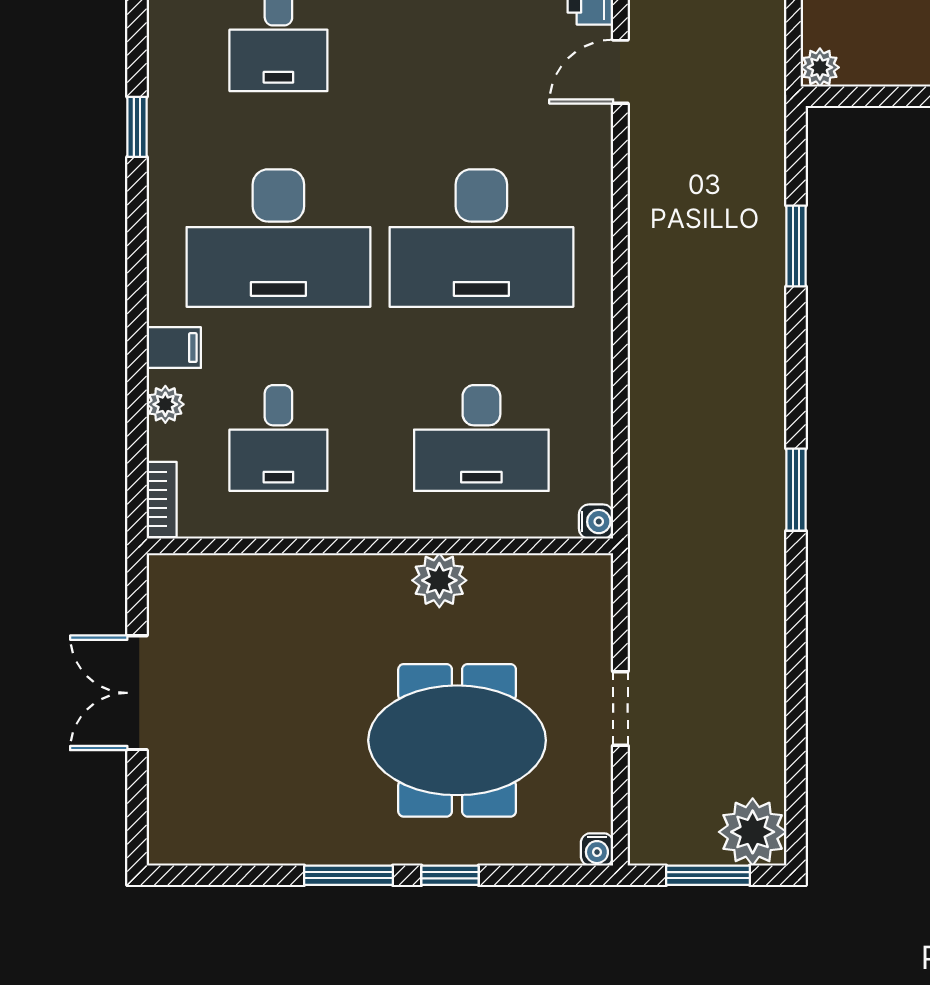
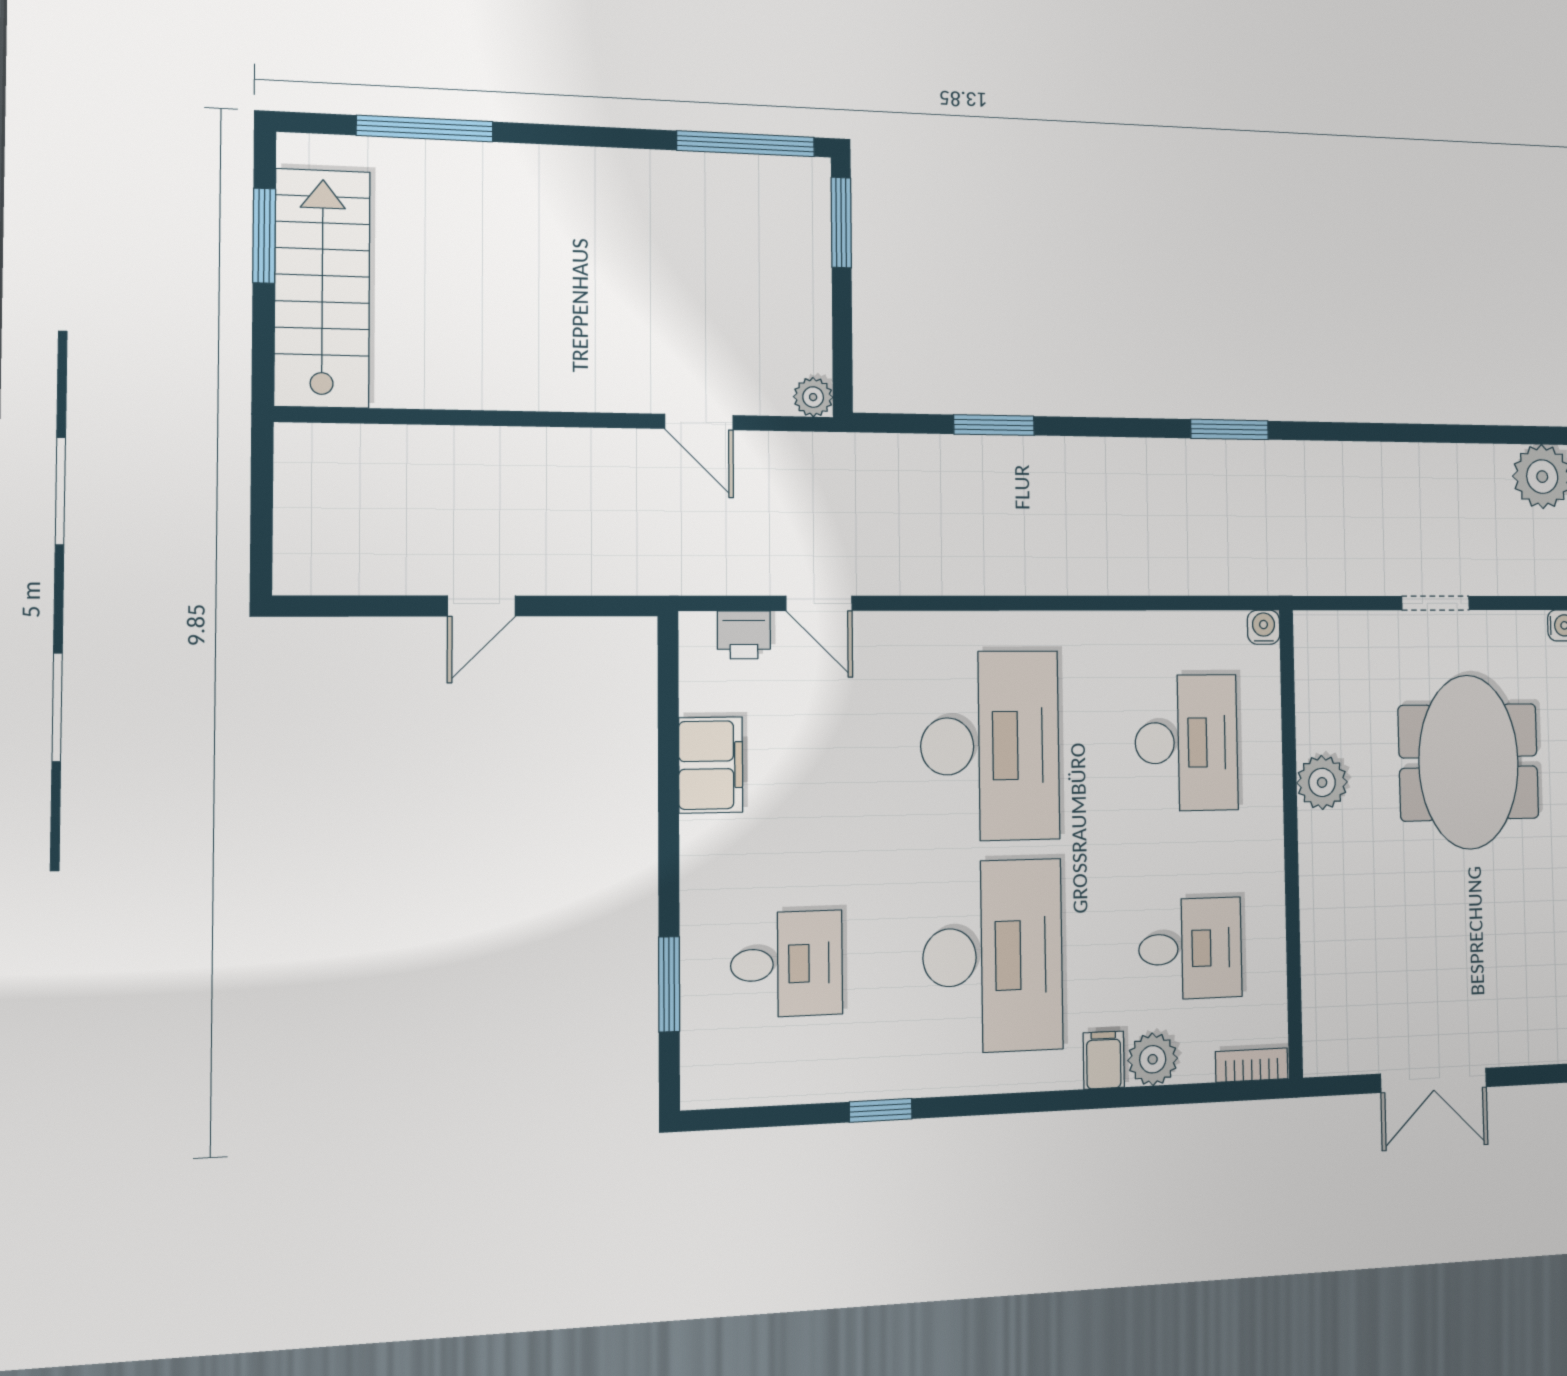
plant: (165, 404) -> (1153, 1059), width x1.38, depth x1.38

